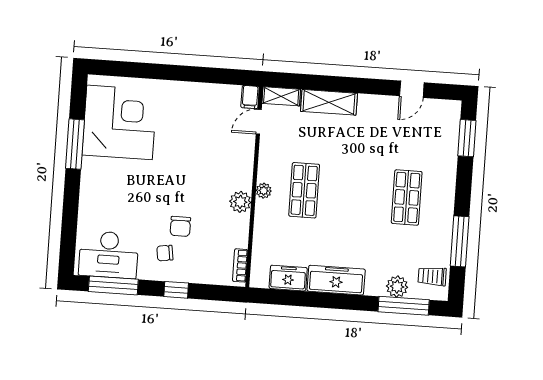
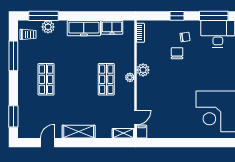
shelving: (329, 102) -> (79, 132), moved

